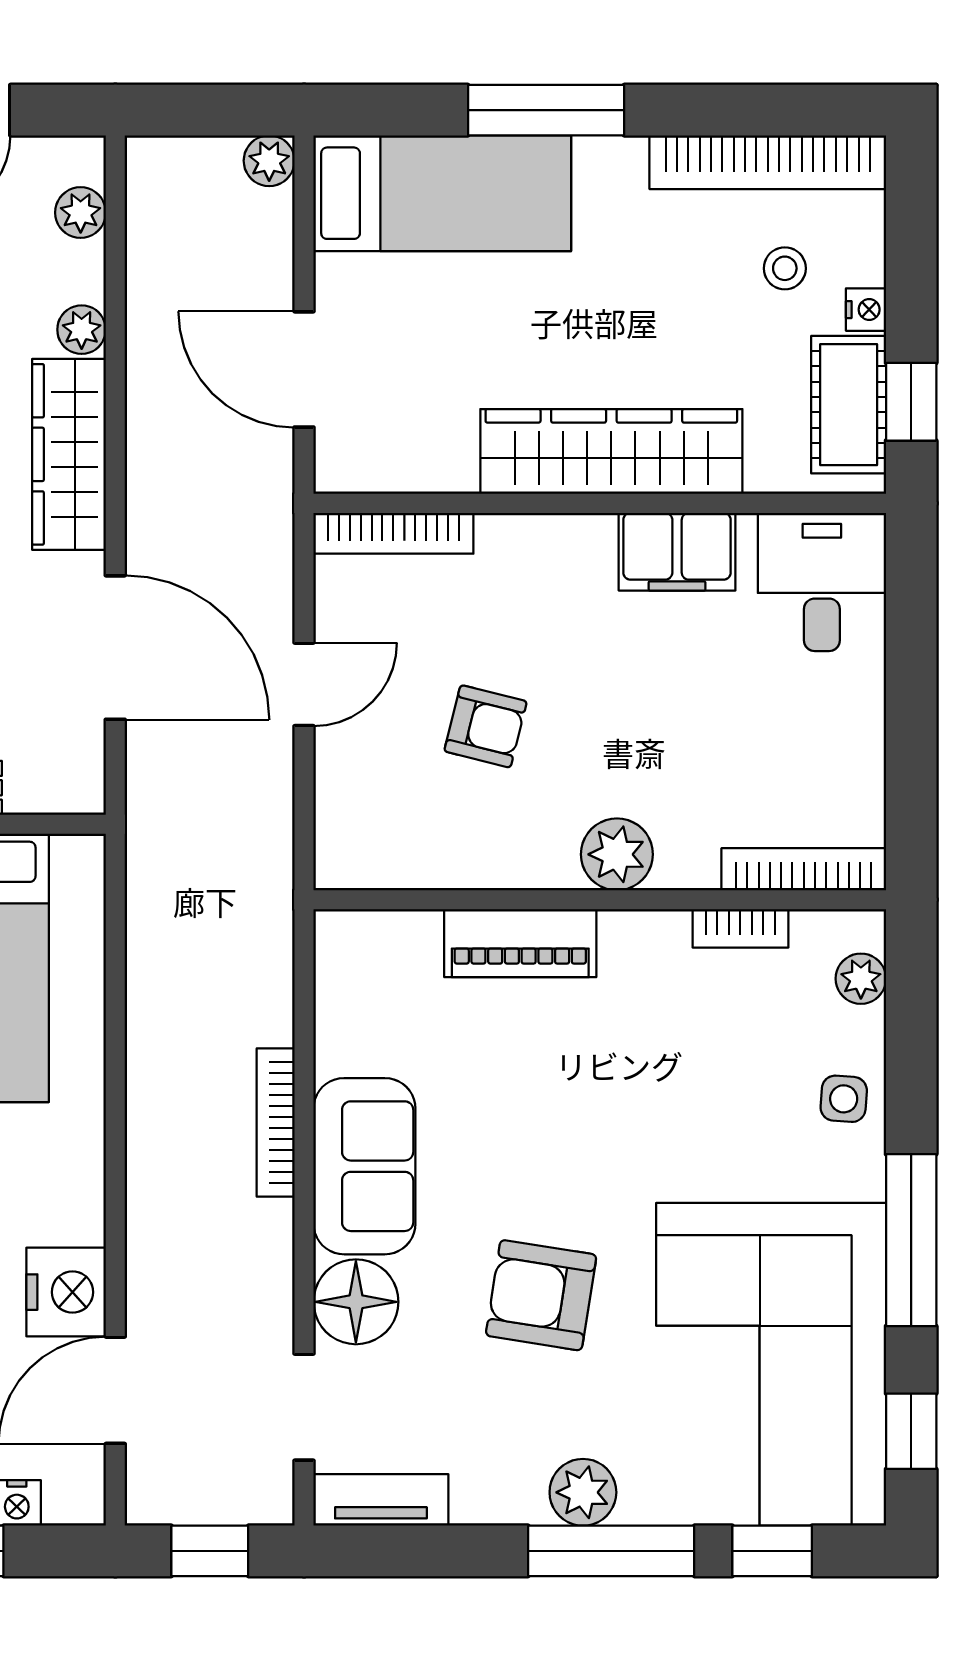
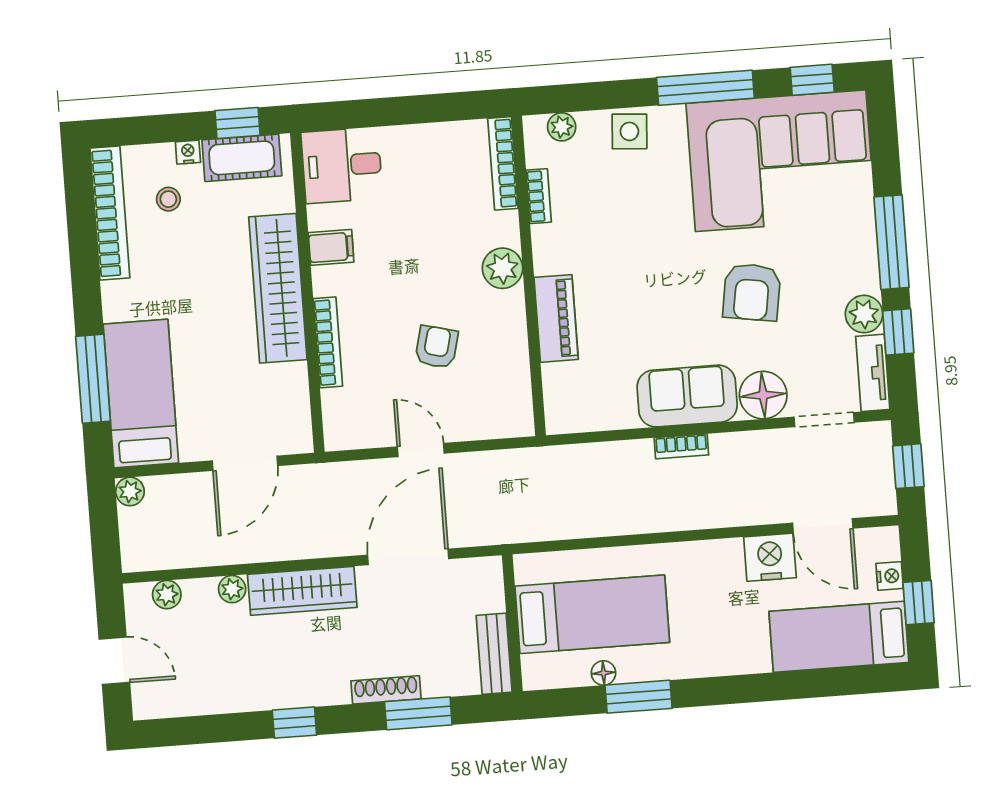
window: (546, 110) -> (93, 379), moved
bookcase: (393, 533) -> (328, 342), moved
filing cabinet: (677, 552) -> (331, 247), width x0.50
side table: (844, 1099) -> (629, 131), width x1.37, depth x1.37
bookcase: (276, 1123) -> (681, 446), width x0.64
plant: (583, 1492) -> (864, 314), moved
window: (772, 1551) -> (898, 332), moved

